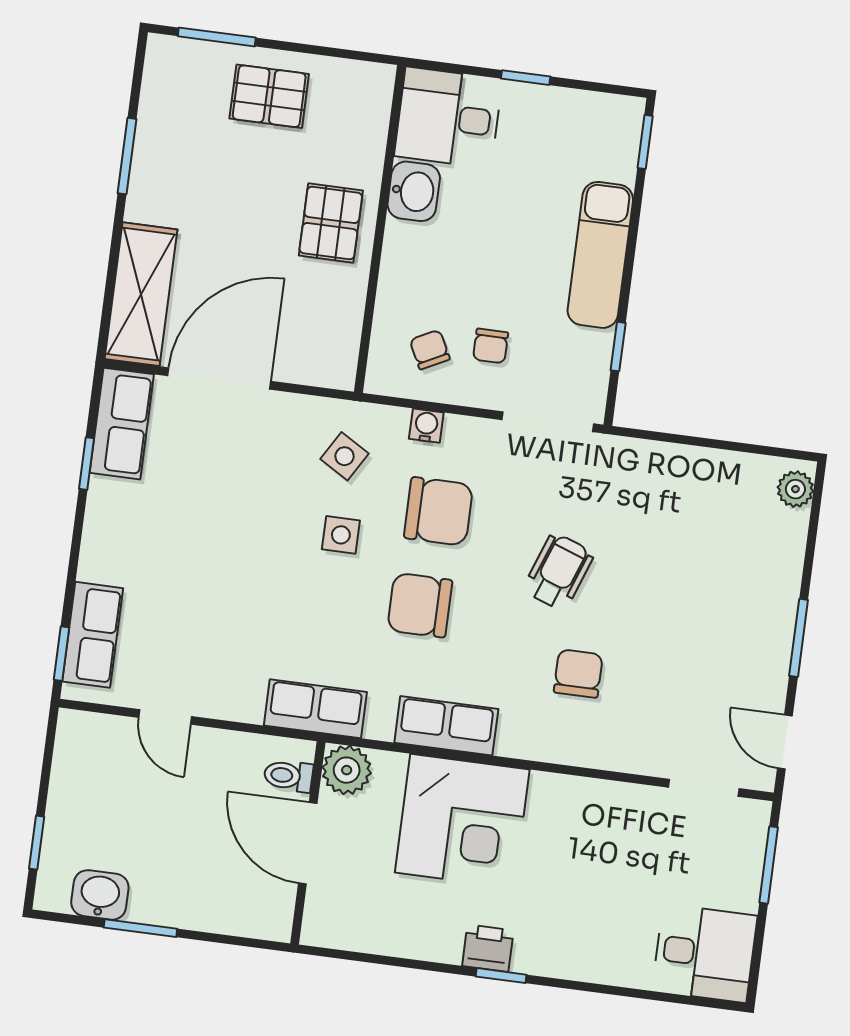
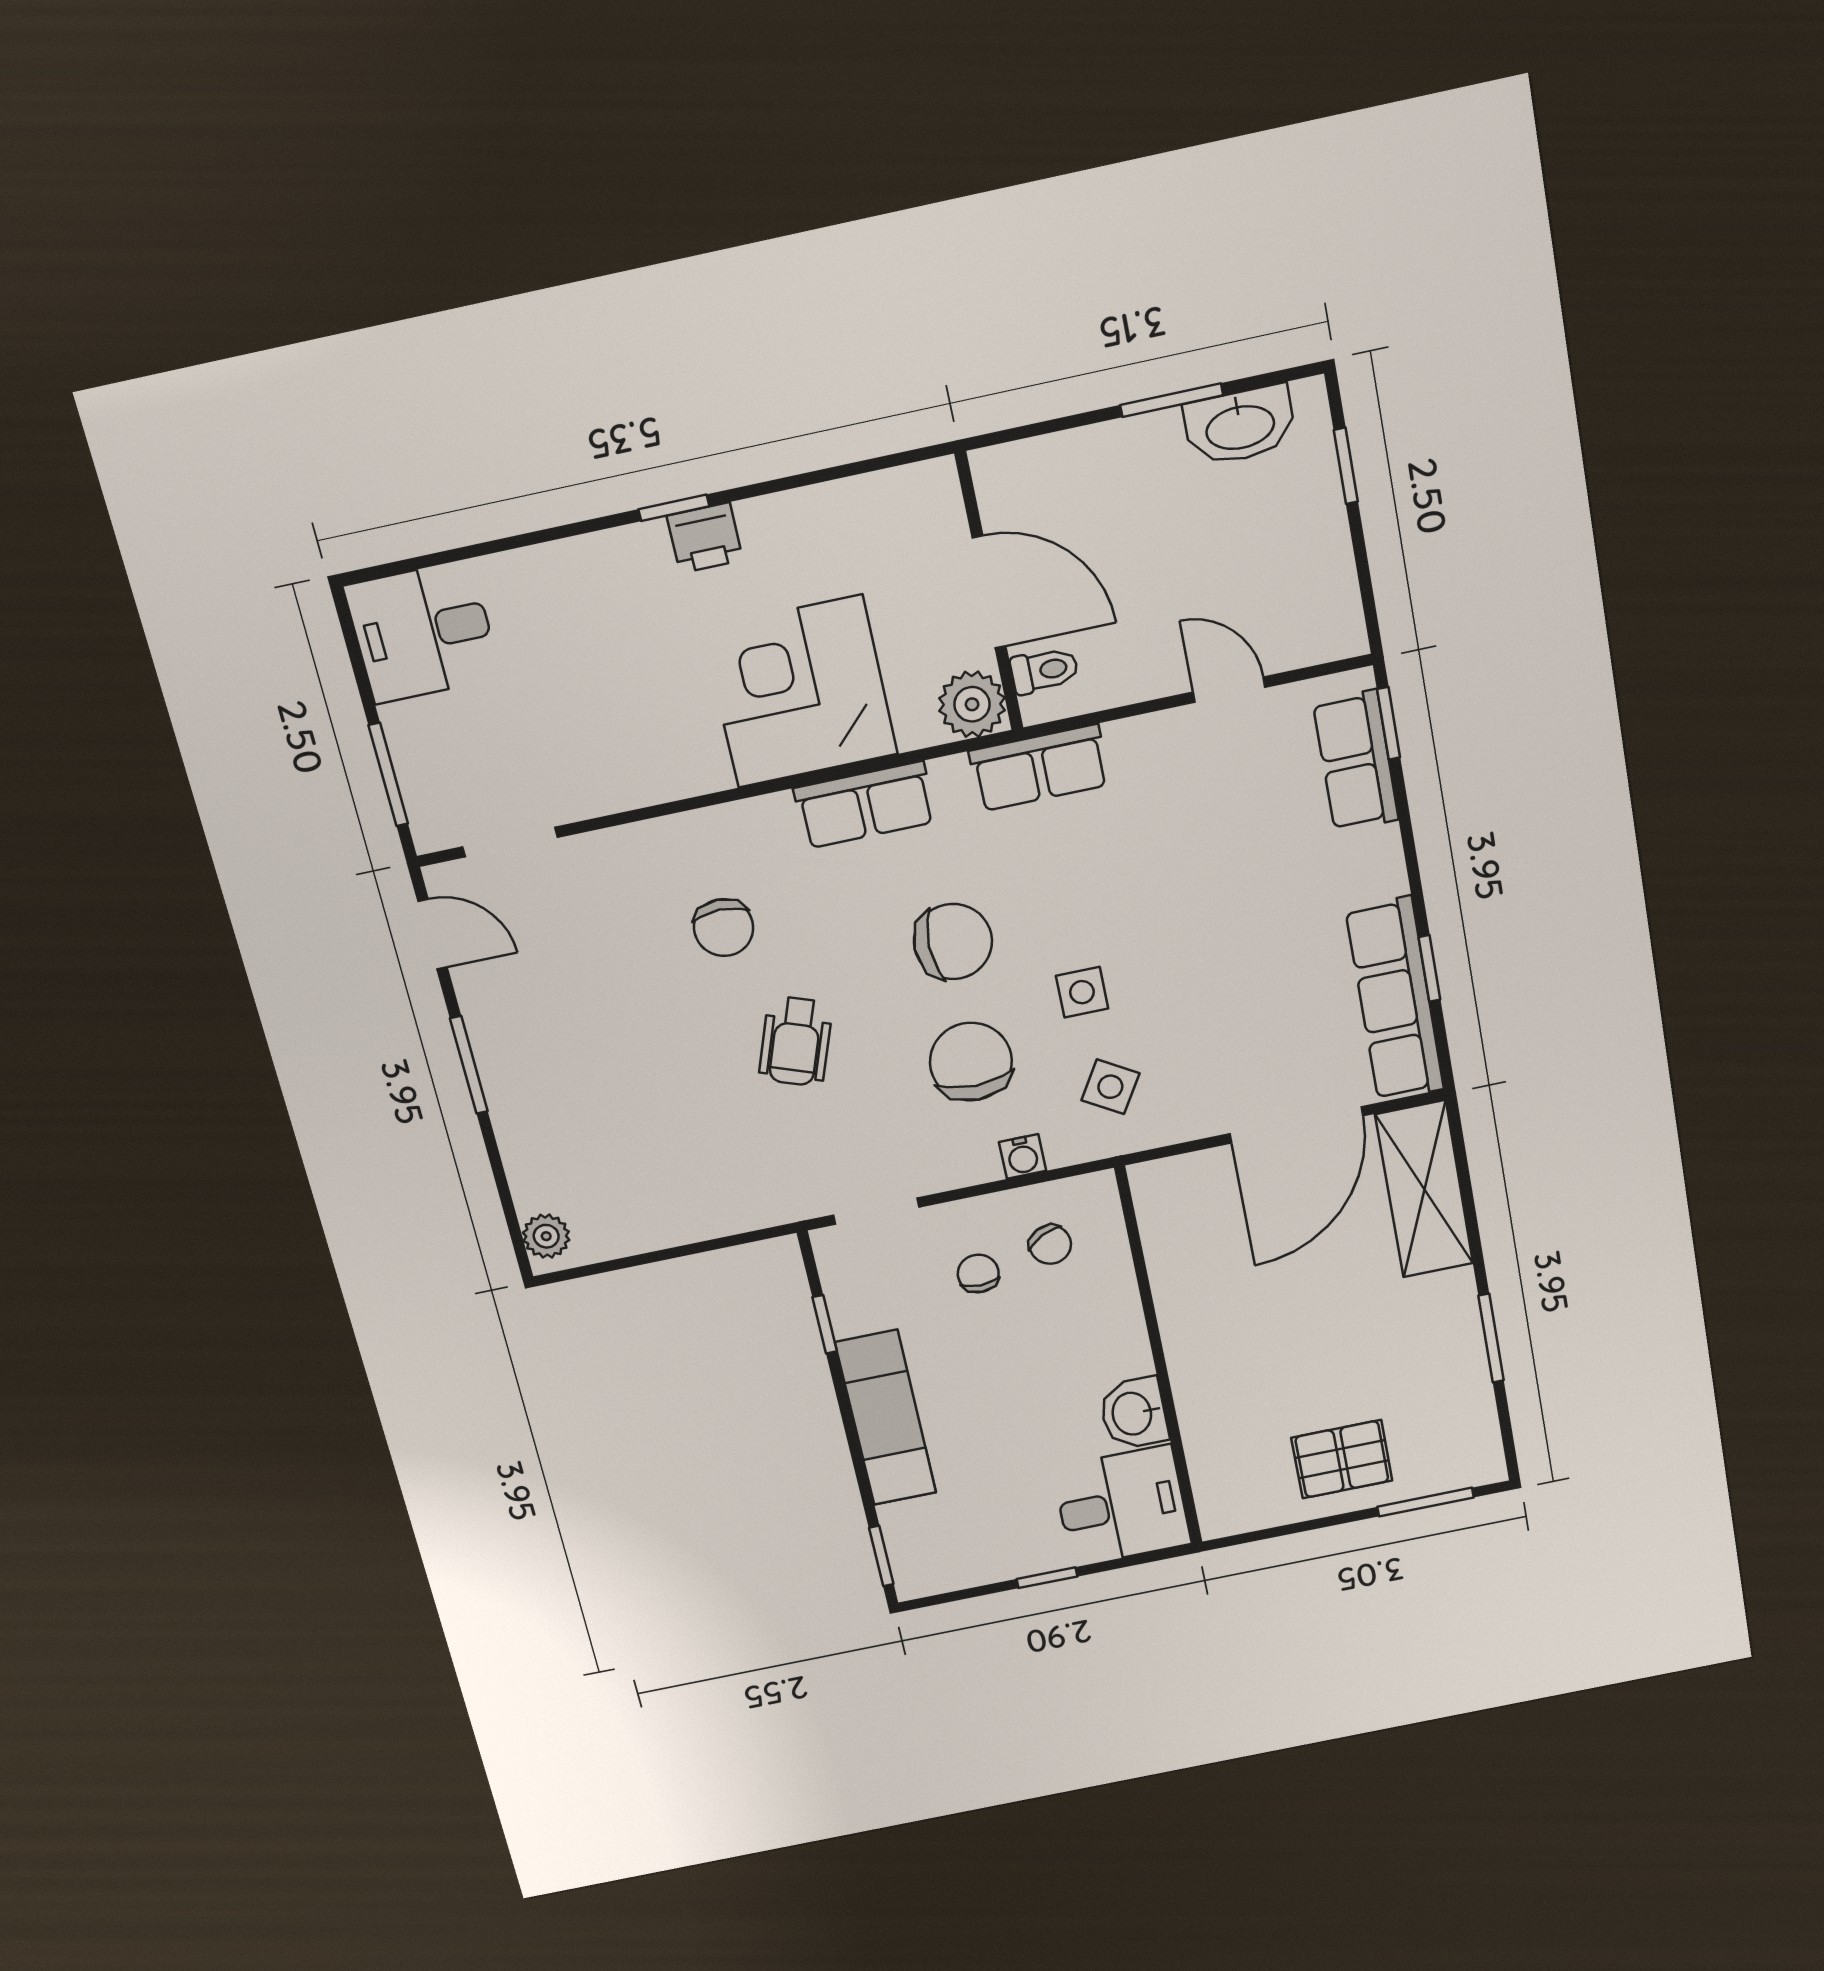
pallet: (331, 223) -> (1220, 1346), removed
doorway: (548, 422) -> (876, 1211), width x0.73
row of seats: (122, 424) -> (1395, 1000), width x1.48
chair: (438, 511) -> (971, 1062), turned 90
washbasin: (100, 895) -> (1240, 426), width x1.38

